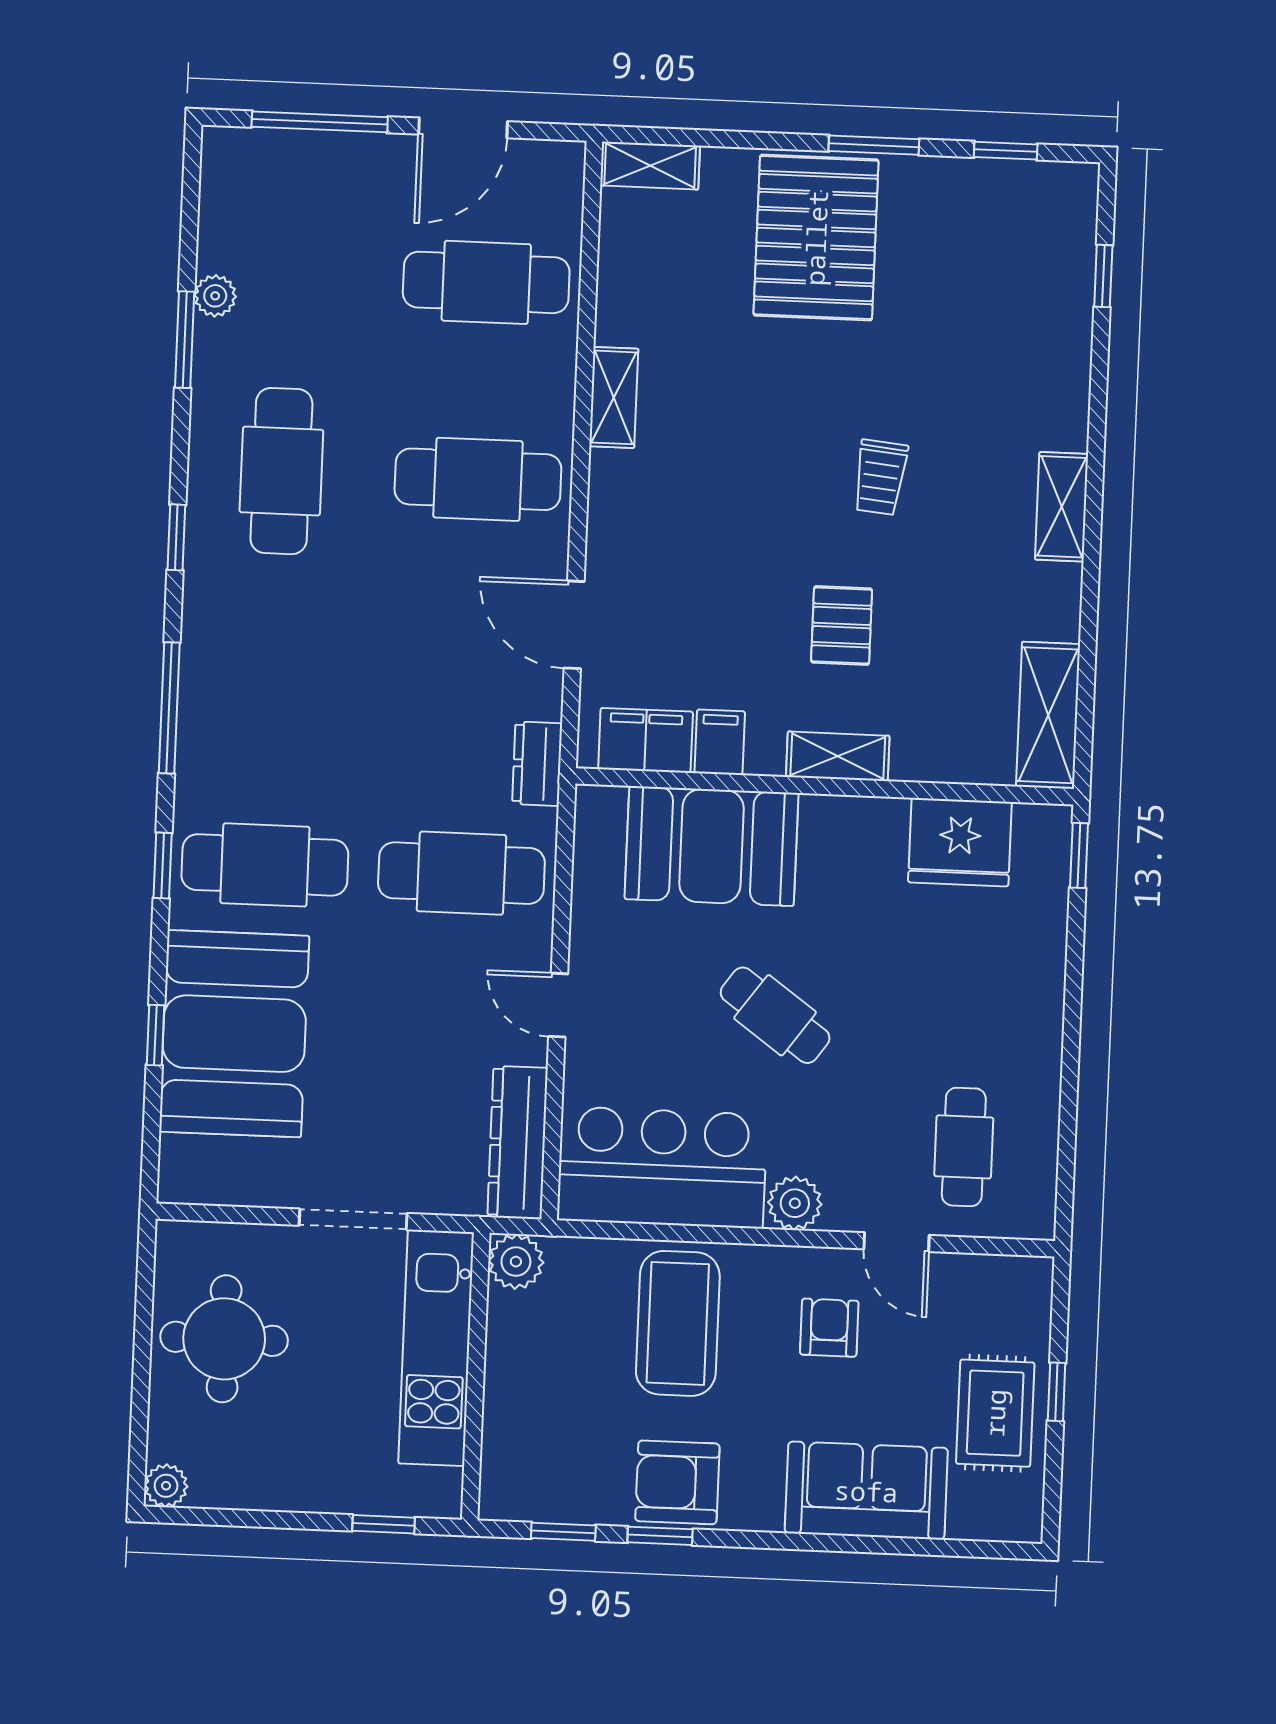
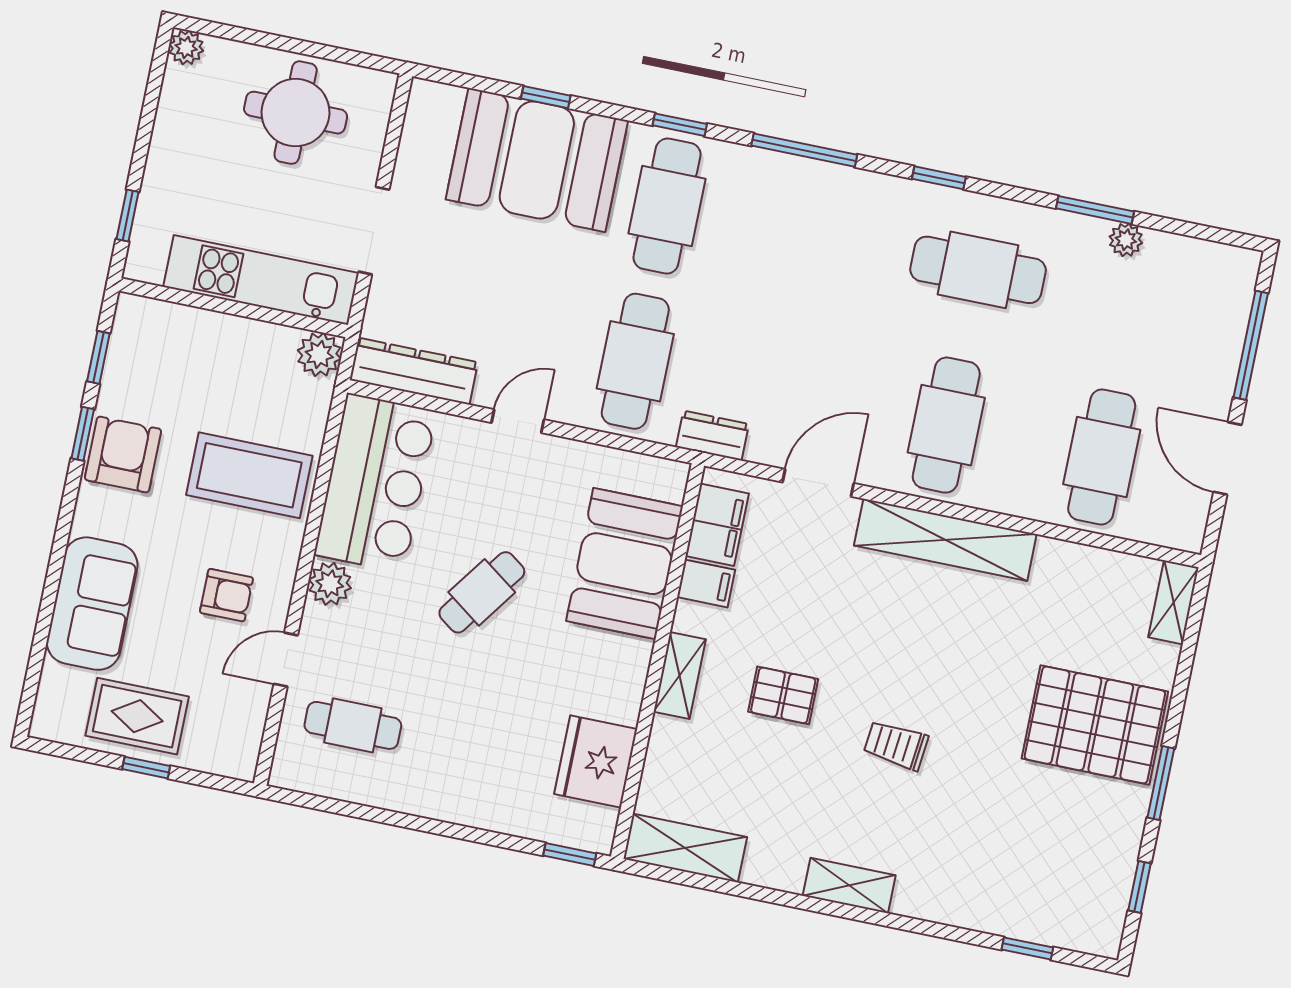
shelving: (614, 397) -> (945, 540), width x2.20, depth x1.33

